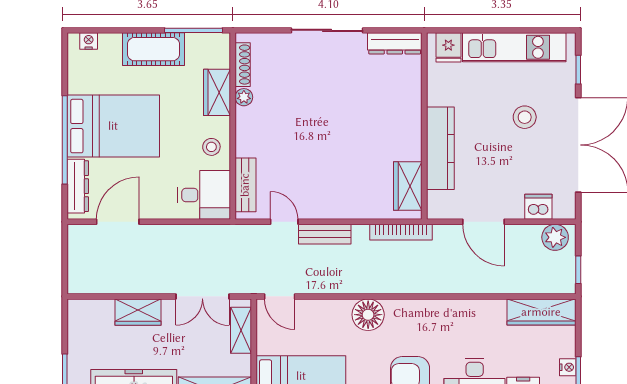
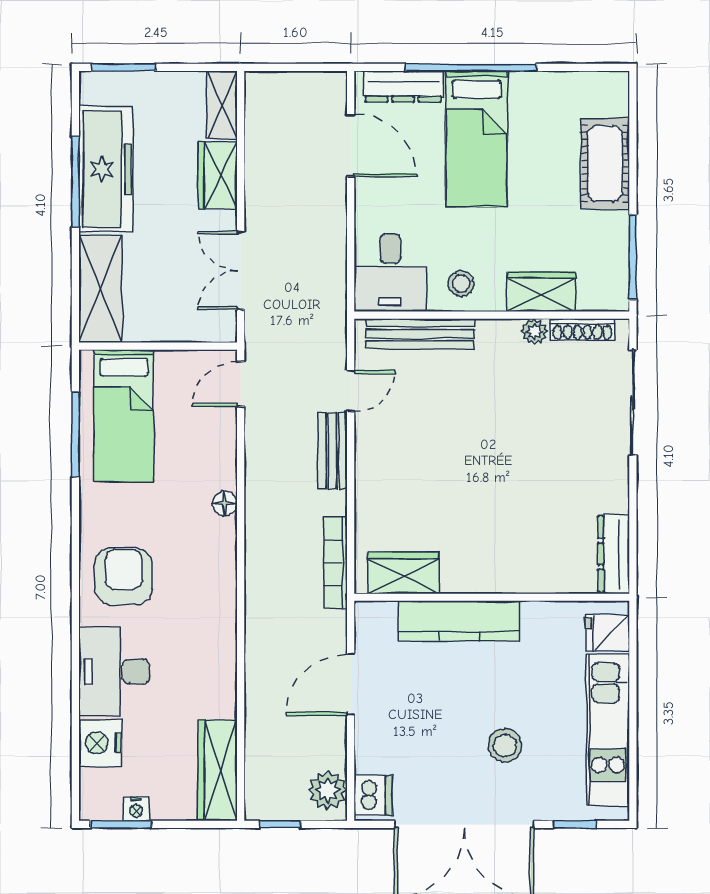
sliding door: (327, 30) -> (633, 403), moved
nightstand: (89, 41) -> (617, 103), removed
cot: (153, 49) -> (605, 164), moved
bed: (113, 126) -> (476, 139), width x0.67
bench: (245, 185) -> (420, 334), width x1.36
dishwasher: (538, 207) -> (373, 795), moved
floor lamp: (368, 315) -> (225, 503), width x0.53, depth x0.53
shelving: (241, 330) -> (222, 105), moved, turned 90

